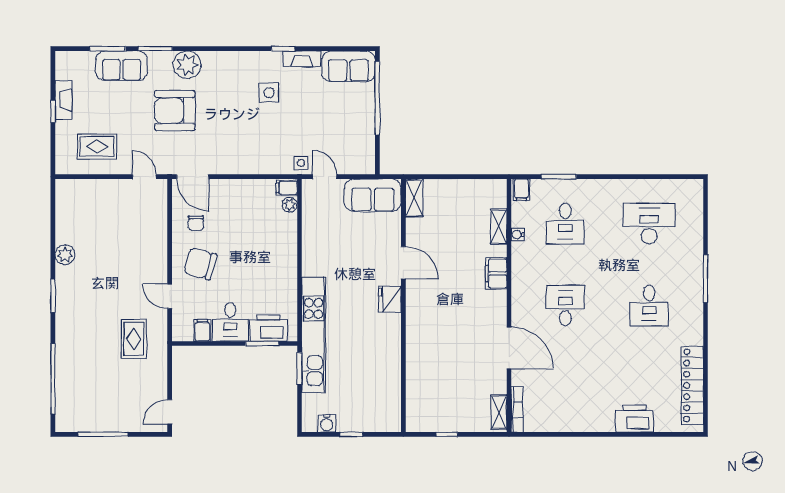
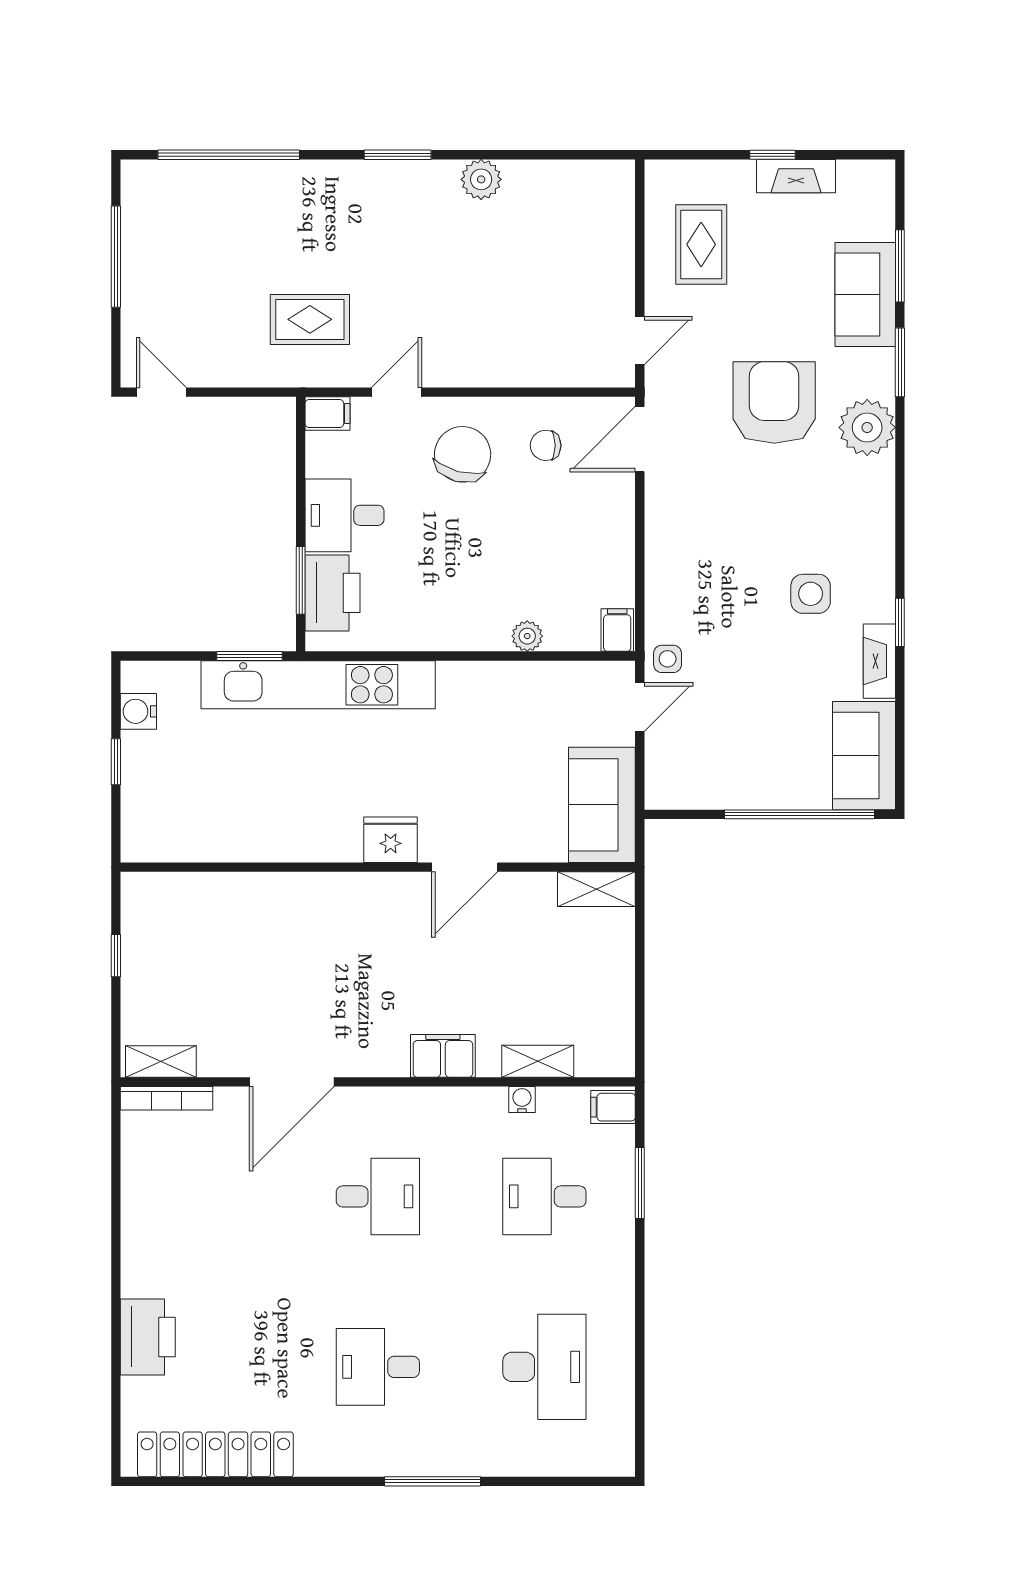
plant: (290, 205) -> (527, 636), moved
filing cabinet: (203, 330) -> (328, 414), moved

